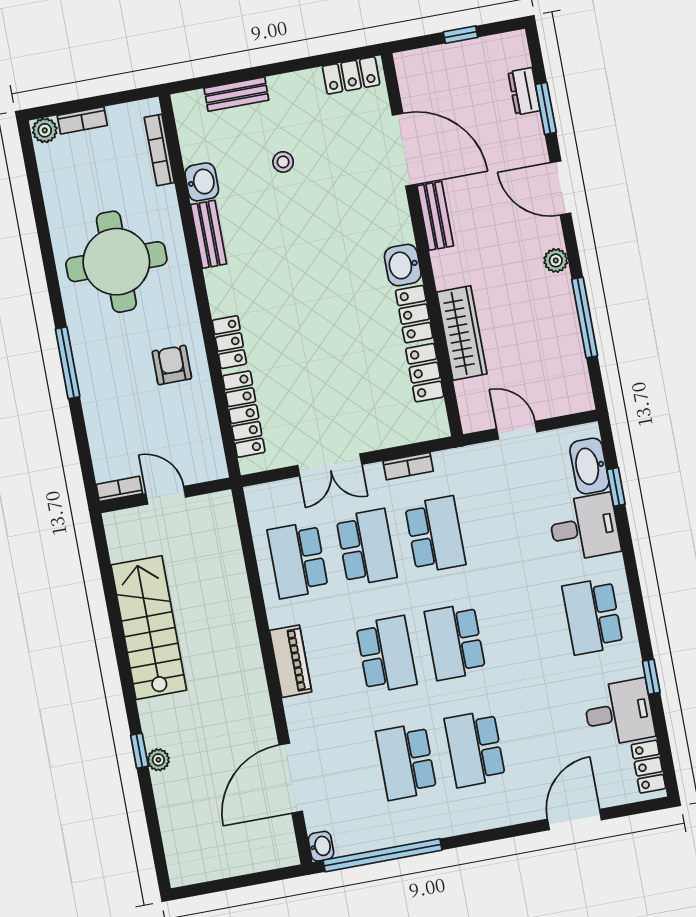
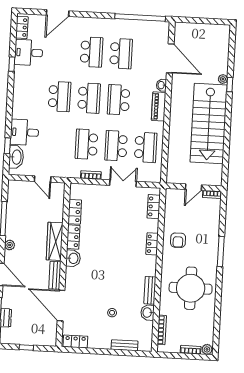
wardrobe: (462, 333) -> (55, 241), moved
locker: (244, 414) -> (154, 207), width x0.66
door: (166, 495) -> (194, 187), hinge flipped
school desk: (593, 616) -> (59, 97), moved
stairs: (149, 628) -> (209, 124), width x1.36, depth x1.51
door: (291, 778) -> (170, 58), hinge flipped
washbasin: (321, 846) -> (161, 85), moved

